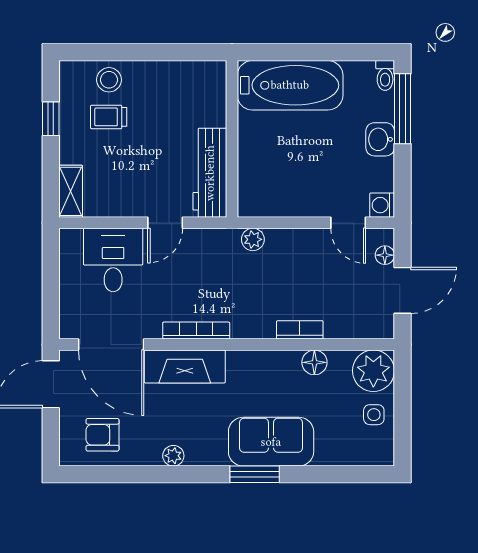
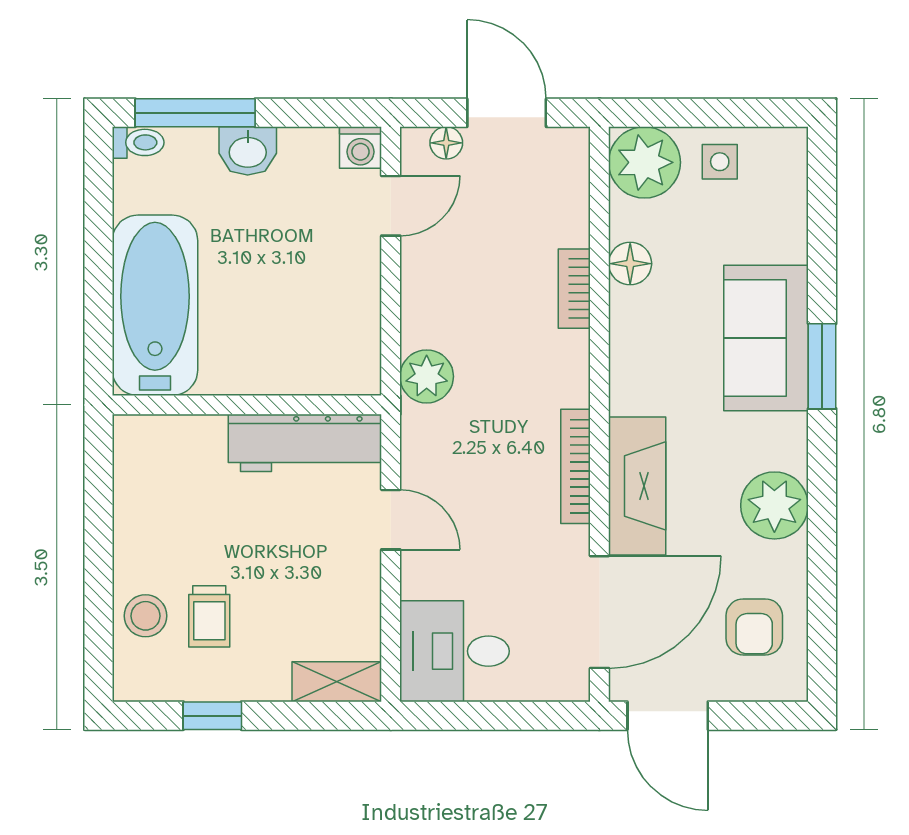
plant: (253, 239) -> (427, 376), width x1.38, depth x1.38
desk: (113, 260) -> (455, 651), moved
plant: (173, 456) -> (774, 505), width x1.88, depth x1.88

